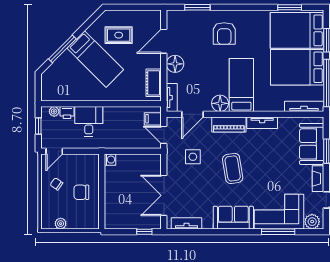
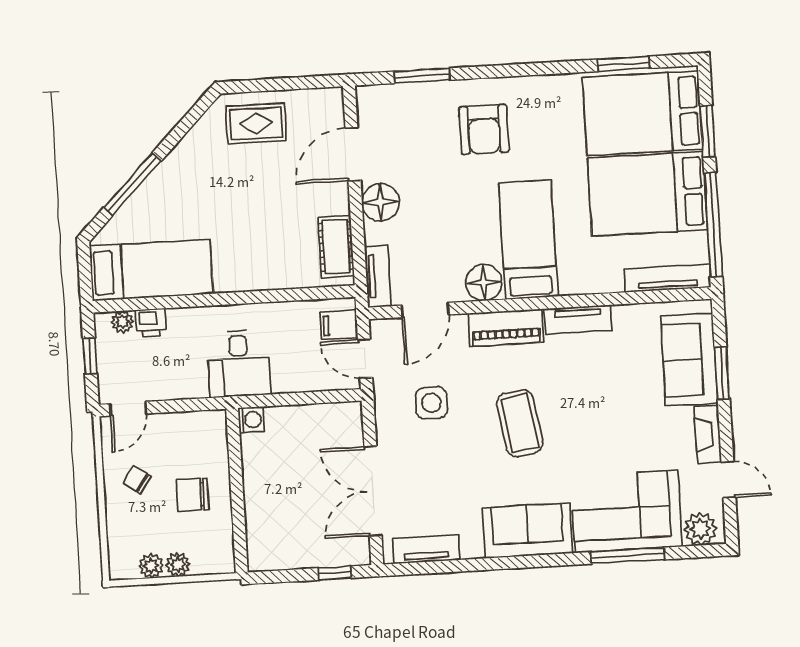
rug: (119, 35) -> (256, 123), moved
bed: (95, 59) -> (151, 270), moved, turned -45
desk: (89, 121) -> (239, 363), moved, turned 180
plant: (73, 224) -> (178, 565), added

